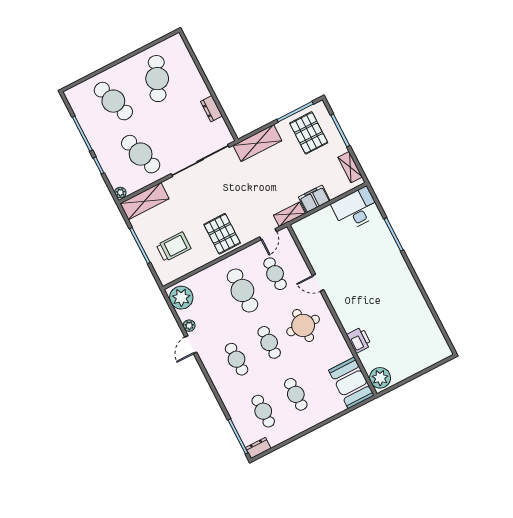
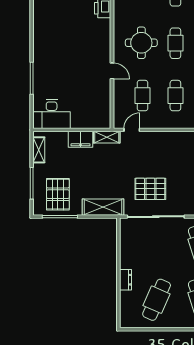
dresser: (211, 109) -> (126, 280), moved
pallet: (222, 234) -> (150, 189), moved, turned 90
cafe table: (242, 290) -> (175, 96), width x0.73, depth x0.74

